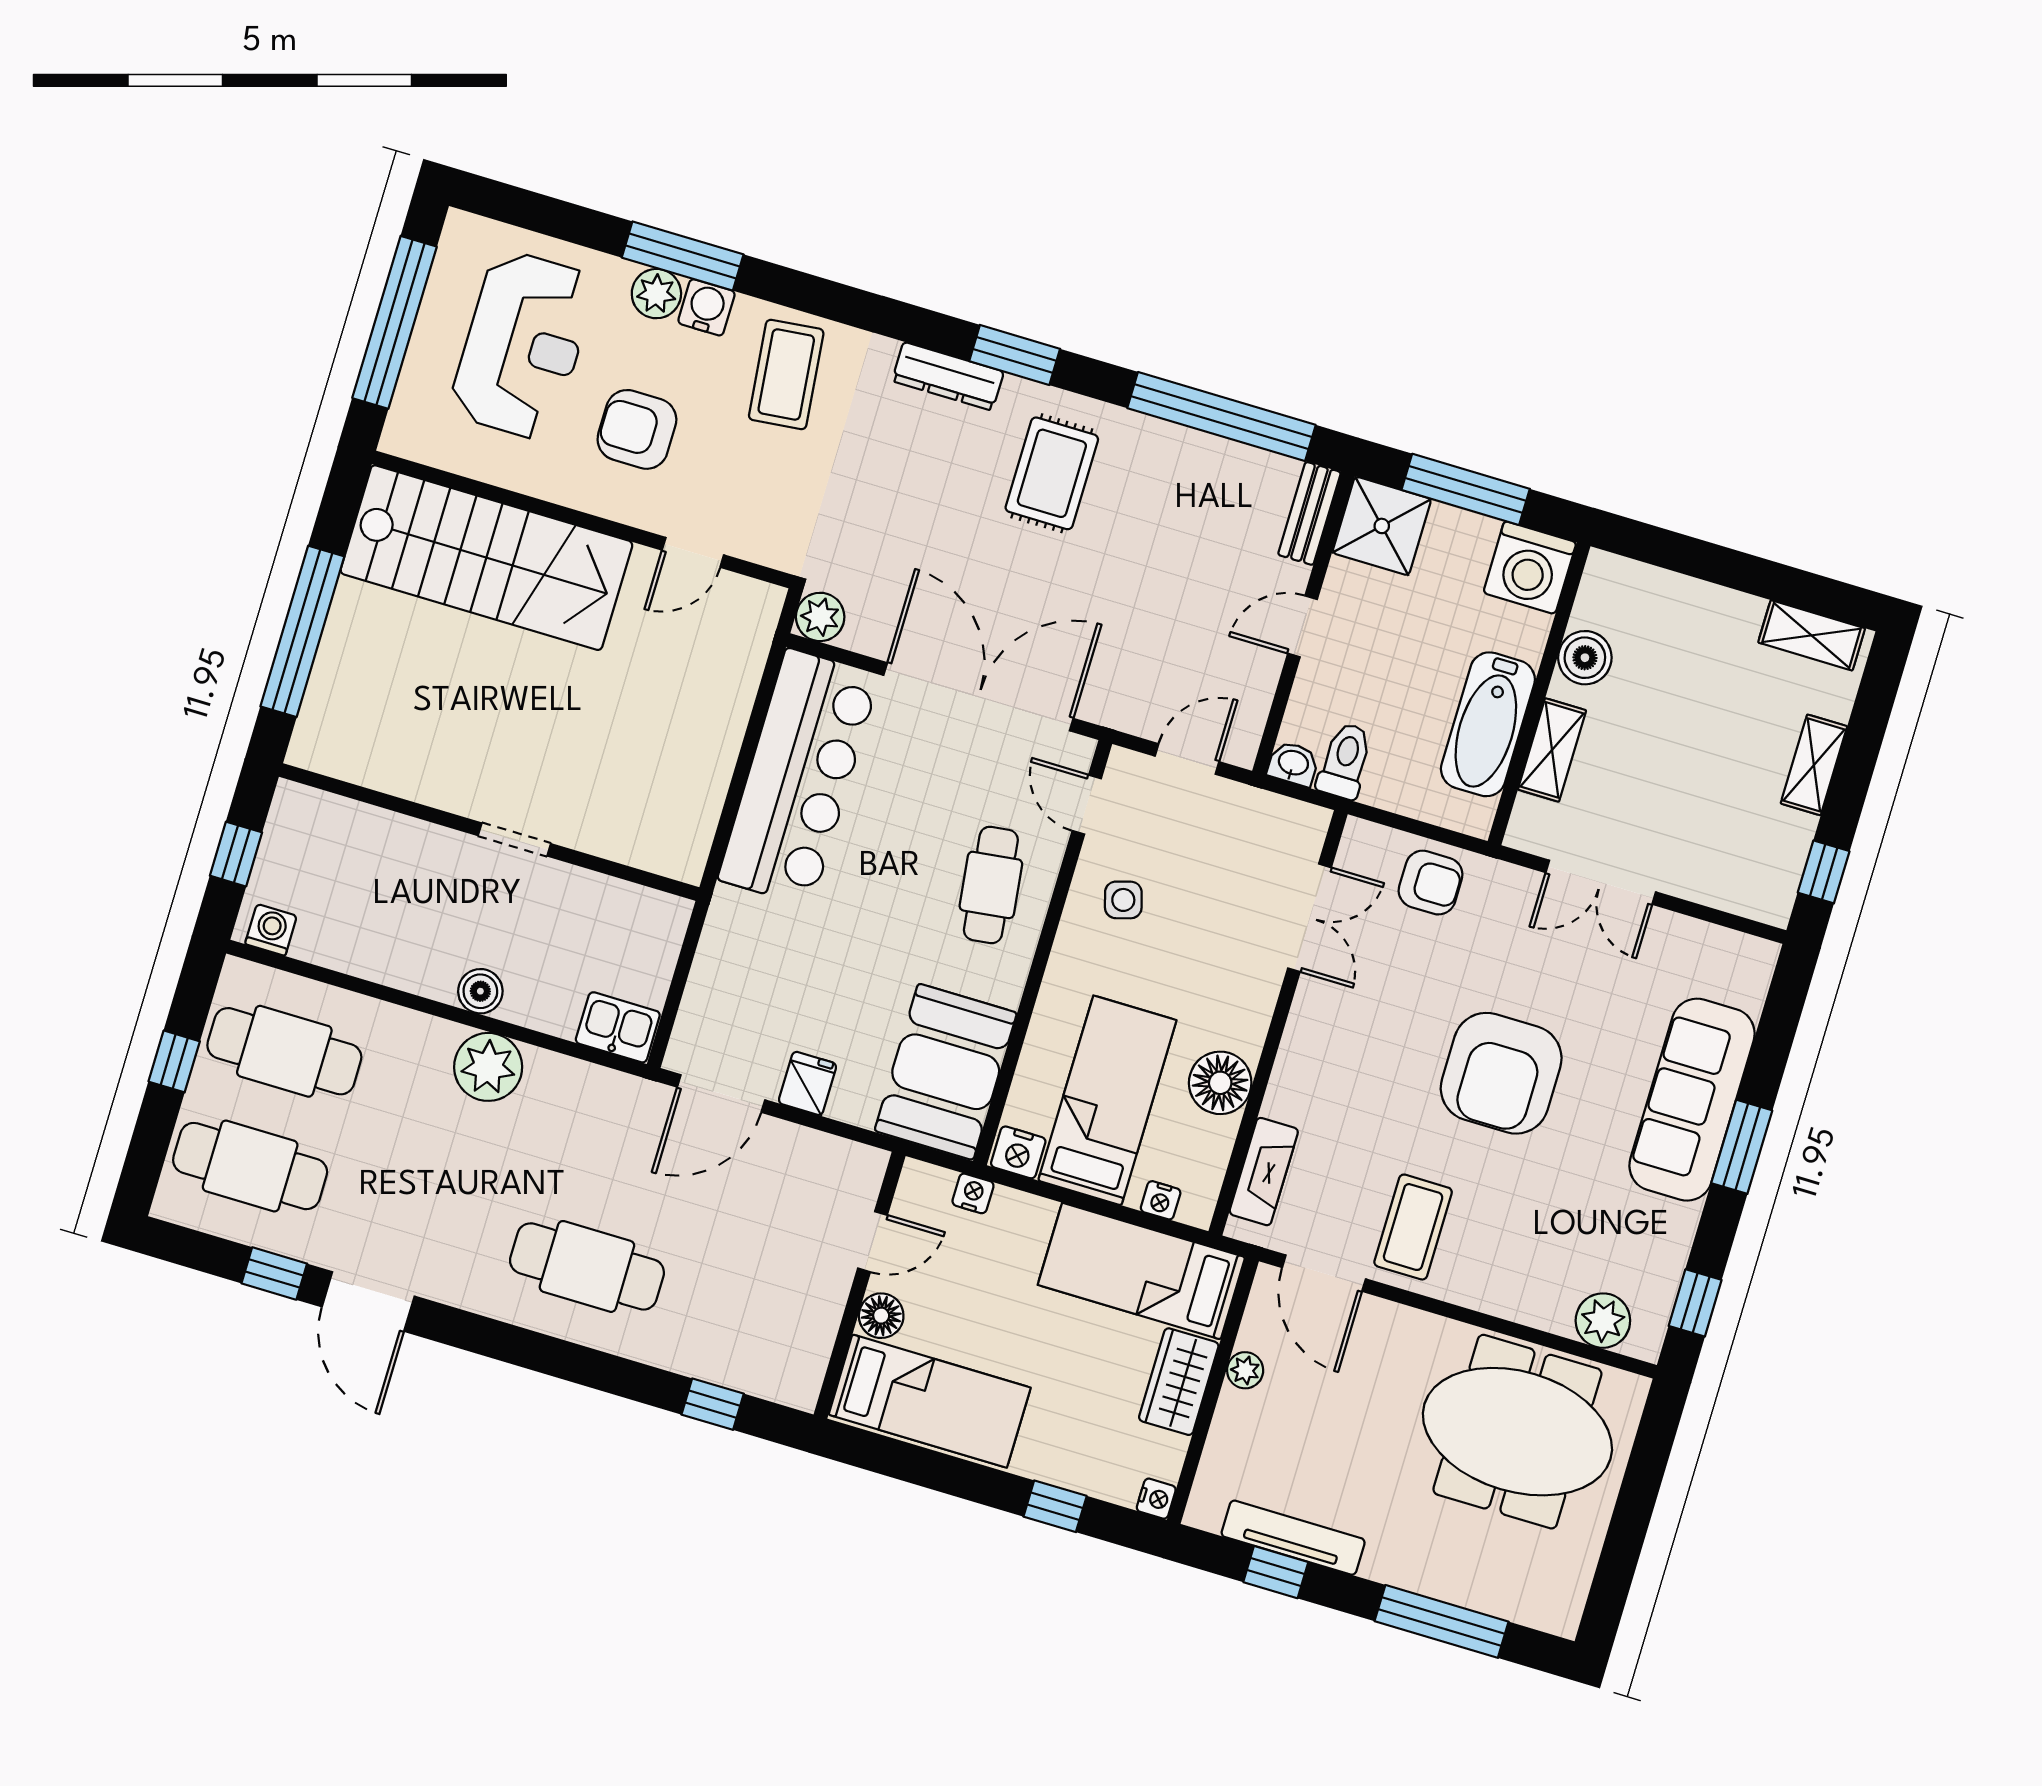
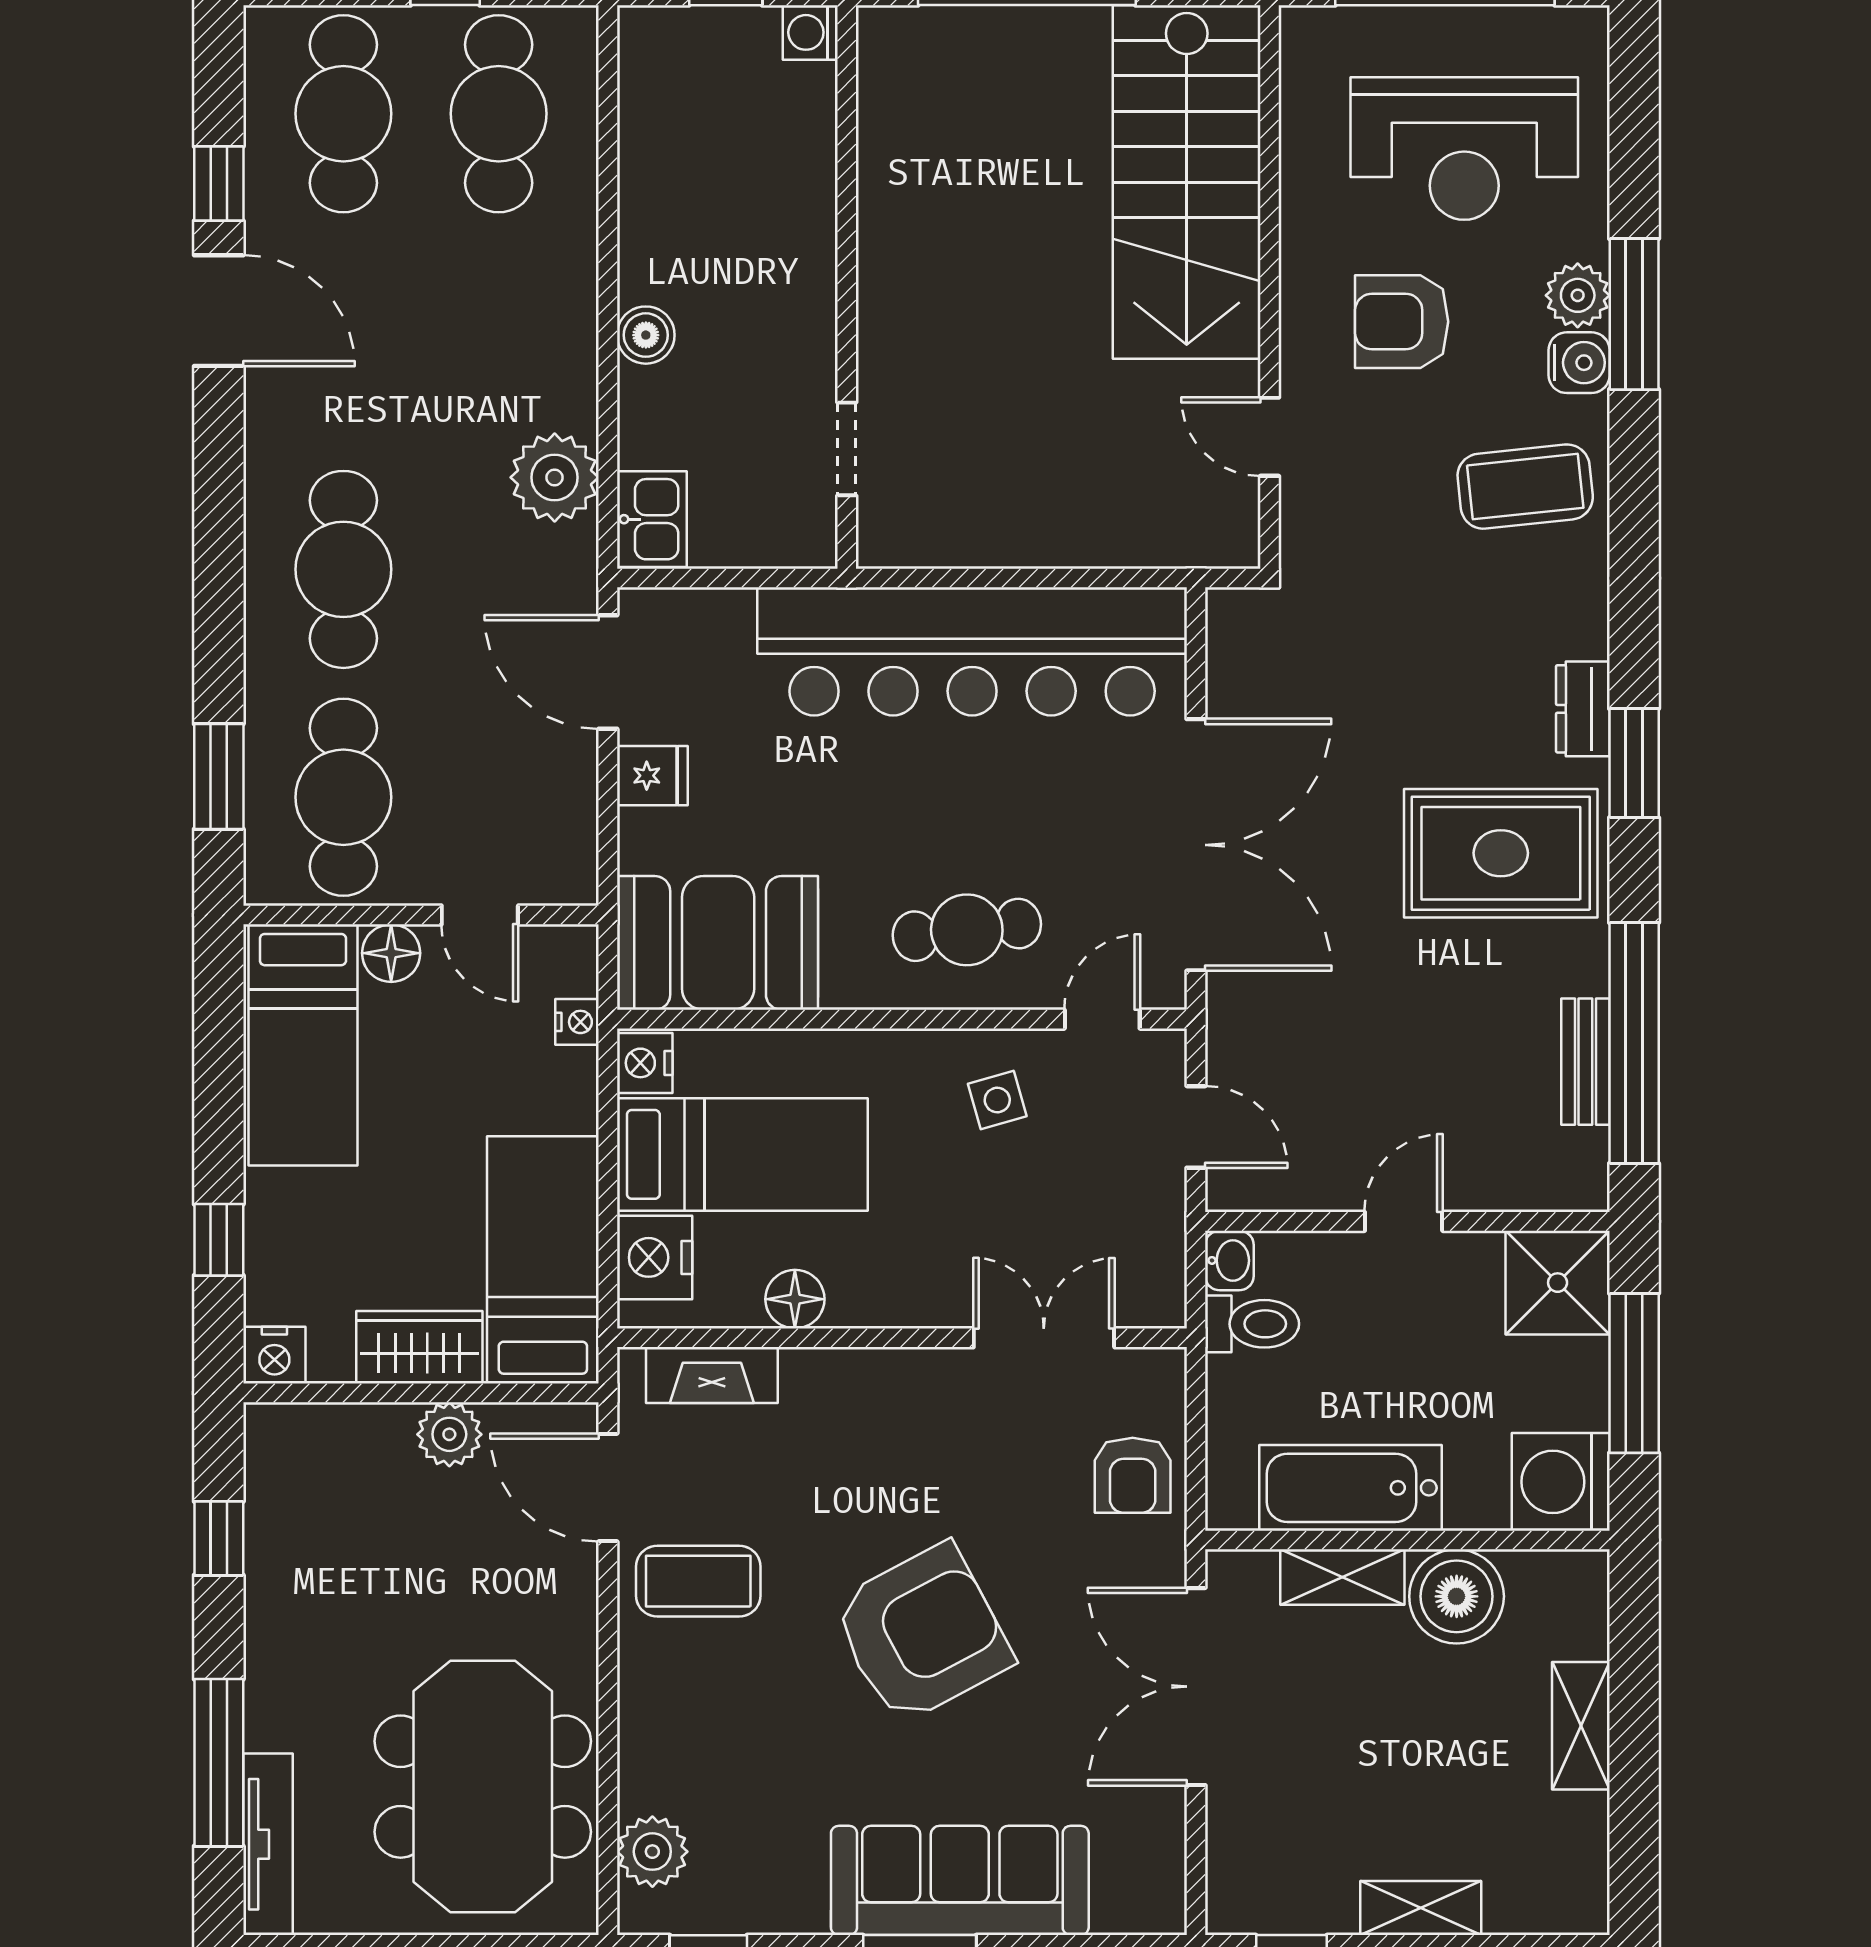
dresser: (948, 376) -> (1583, 709), width x0.70
armchair: (637, 429) -> (1402, 322), turned -90
rug: (1052, 473) -> (1501, 853), width x1.36, depth x1.43
bench: (1309, 513) -> (1585, 1062), moved, turned 90
plant: (820, 617) -> (1237, 619), removed
door: (1303, 626) -> (1404, 1221), hinge flipped
shelving: (1812, 635) -> (1581, 1726), moved
boiler: (1585, 658) -> (1457, 1596), width x1.37, depth x1.37
bar counter: (799, 777) -> (972, 651), width x1.36
doorway: (514, 840) -> (847, 449), moved
double door: (1601, 882) -> (1196, 1687), width x1.37
double door: (1309, 918) -> (1044, 1338), swing flipped
washing machine: (271, 930) -> (810, 32), moved, turned 180
plant: (488, 1067) -> (555, 477), moved
armchair: (1501, 1073) -> (922, 1634), turned 152
floor lamp: (1220, 1083) -> (795, 1299), width x0.73, depth x0.73
nightstand: (1161, 1200) -> (655, 1257), width x1.89, depth x1.79
door: (1324, 1273) -> (608, 1487), hinge flipped
door: (368, 1301) -> (219, 311), swing flipped
cafe table: (755, 1317) -> (343, 797), added
plant: (1245, 1370) -> (449, 1434), width x1.38, depth x1.38
window: (713, 1404) -> (219, 777), width x1.50
nightstand: (1156, 1499) -> (274, 1355), width x1.39, depth x1.35
tv unit: (1293, 1538) -> (268, 1844), moved

